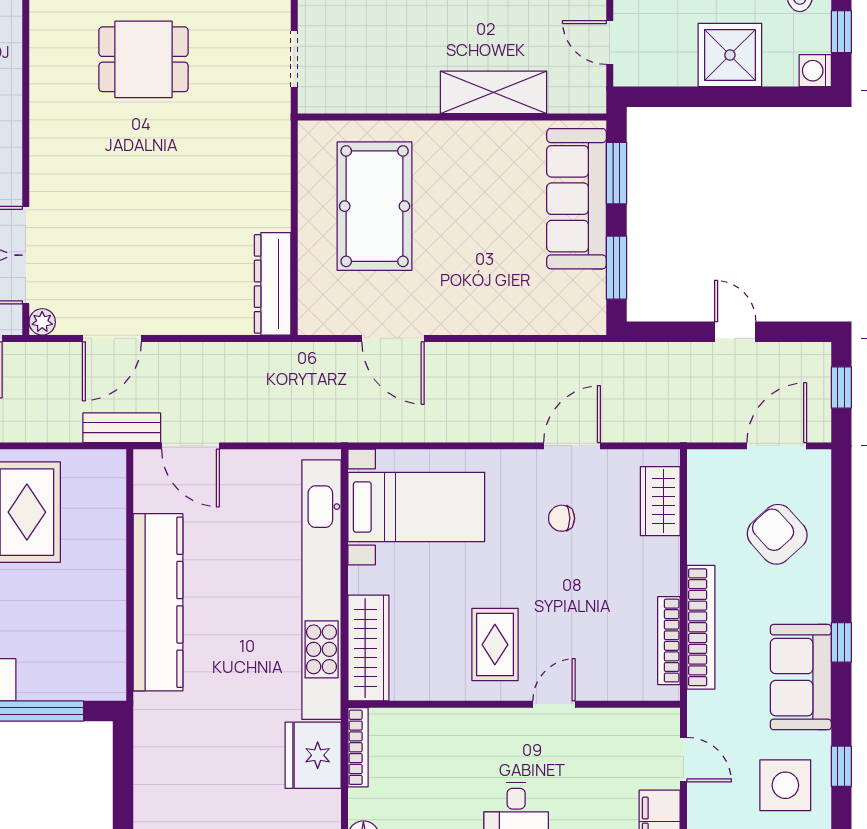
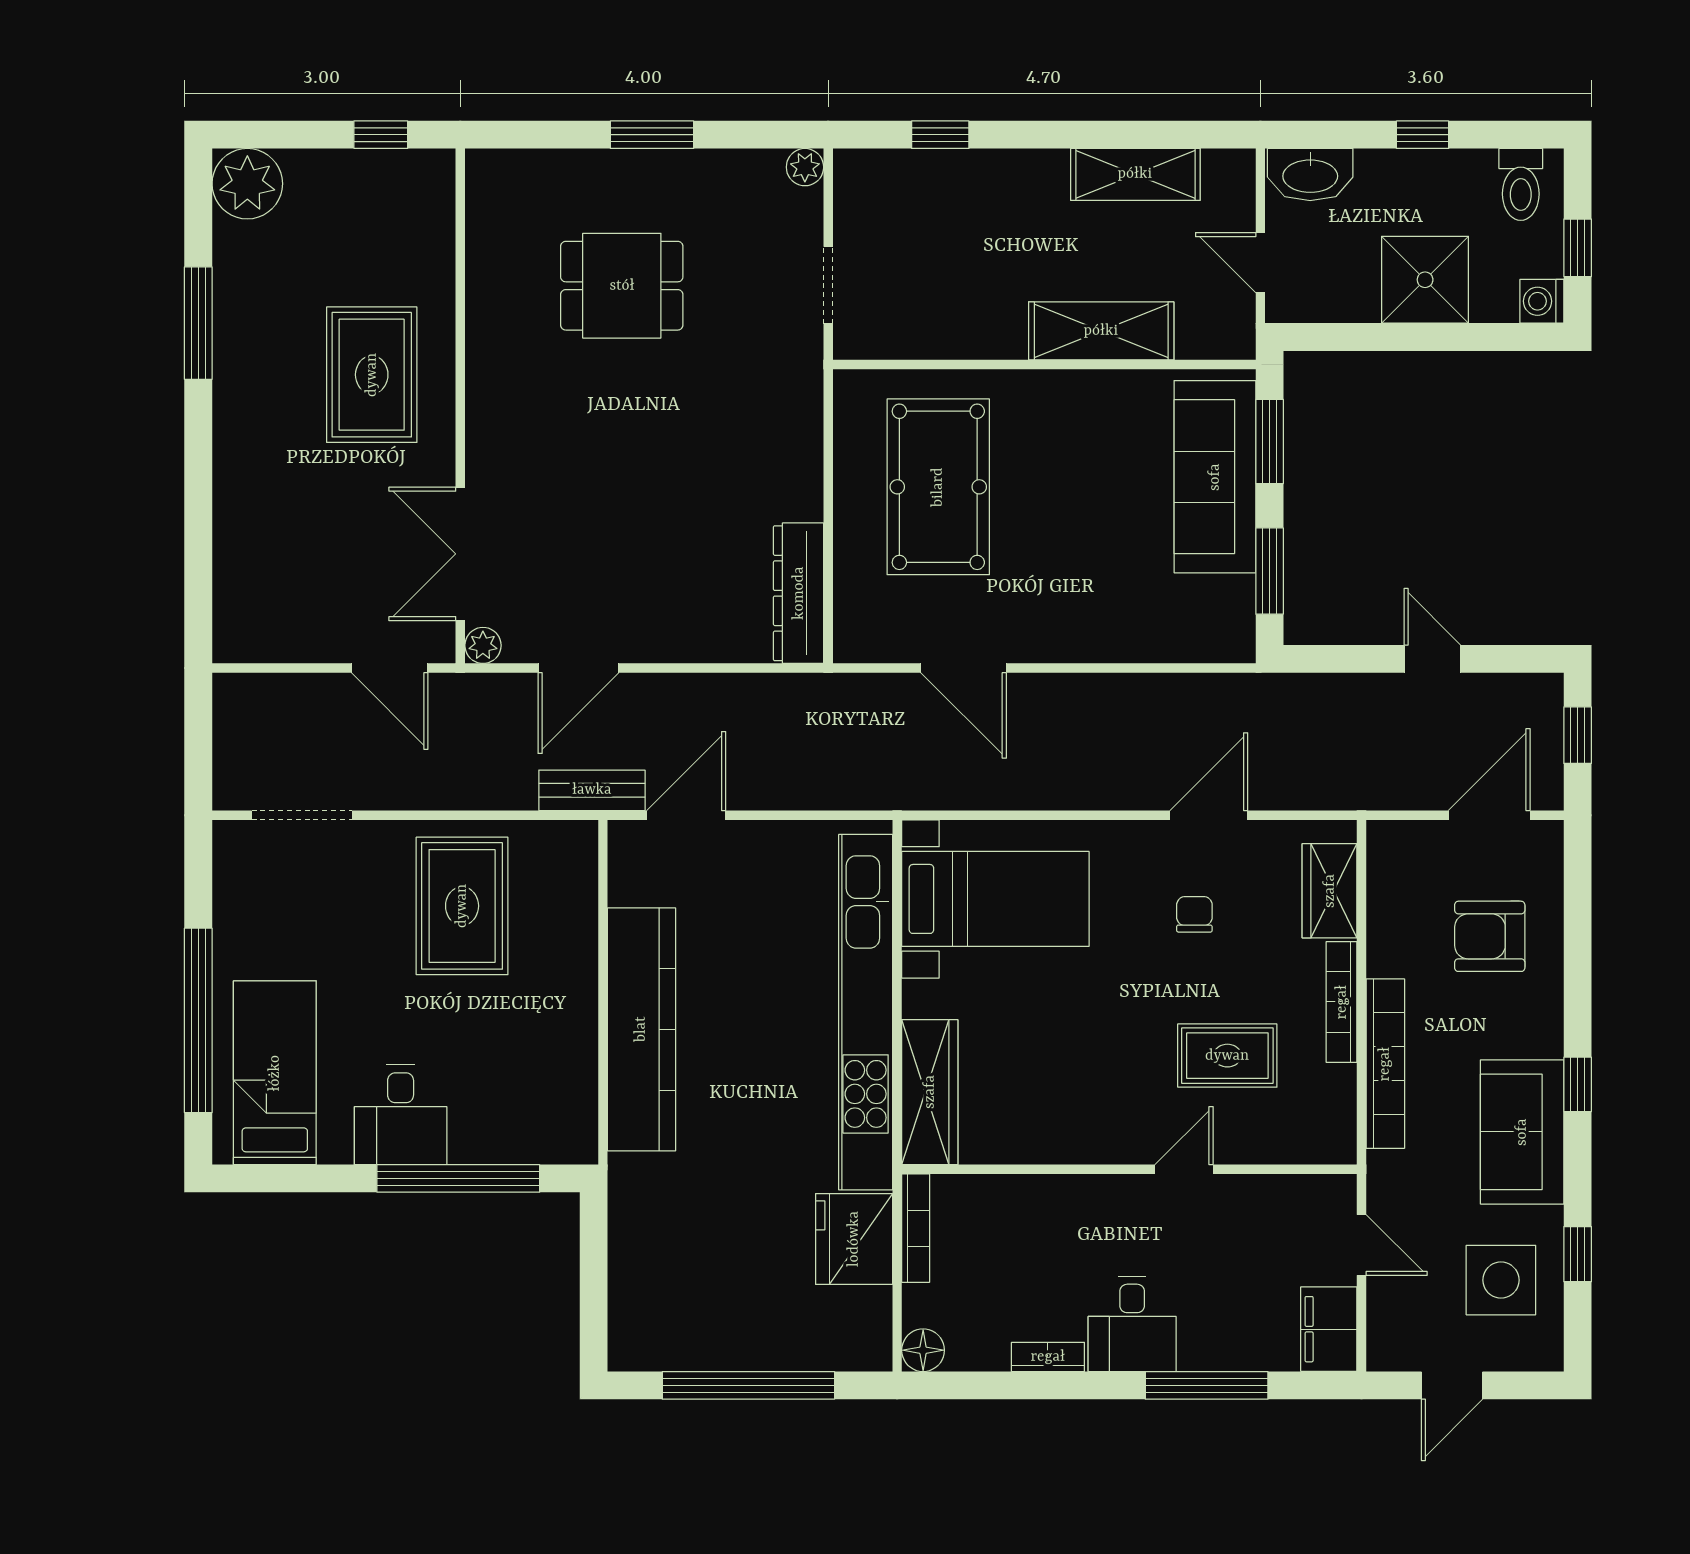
door: (191, 446) -> (686, 815), swing flipped
chair: (562, 518) -> (1194, 914), turned 90
armchair: (777, 534) -> (1490, 936), turned -48
bookcase: (669, 641) -> (1342, 1002), moved
rug: (495, 645) -> (1227, 1056), moved, turned 90

